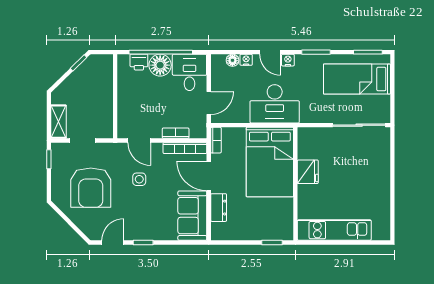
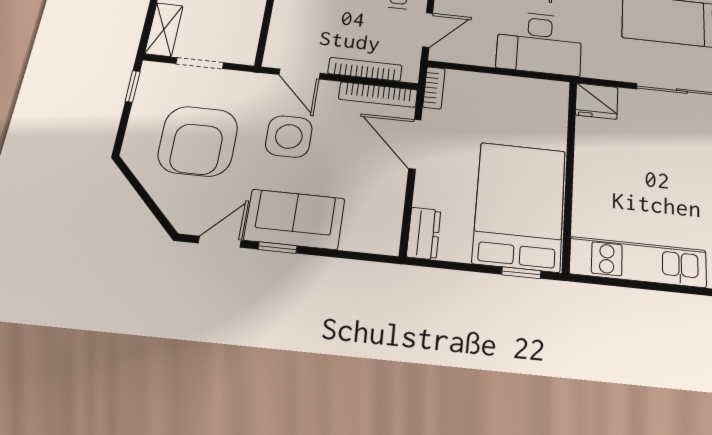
bookcase: (176, 133) -> (365, 69), width x1.56
bed: (270, 162) -> (519, 206), moved, turned 180
fridge: (308, 172) -> (597, 101), moved, turned 90
side table: (139, 179) -> (289, 136), width x1.87, depth x1.87
dresser: (219, 208) -> (424, 233), moved
sofa: (192, 216) -> (294, 219), moved, turned 90

